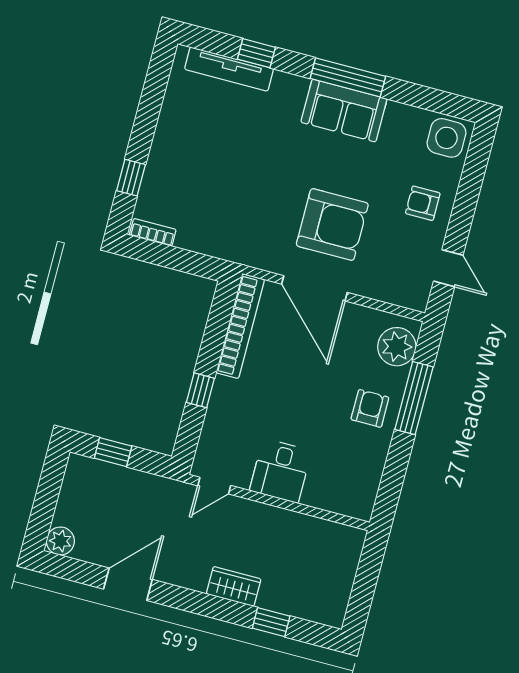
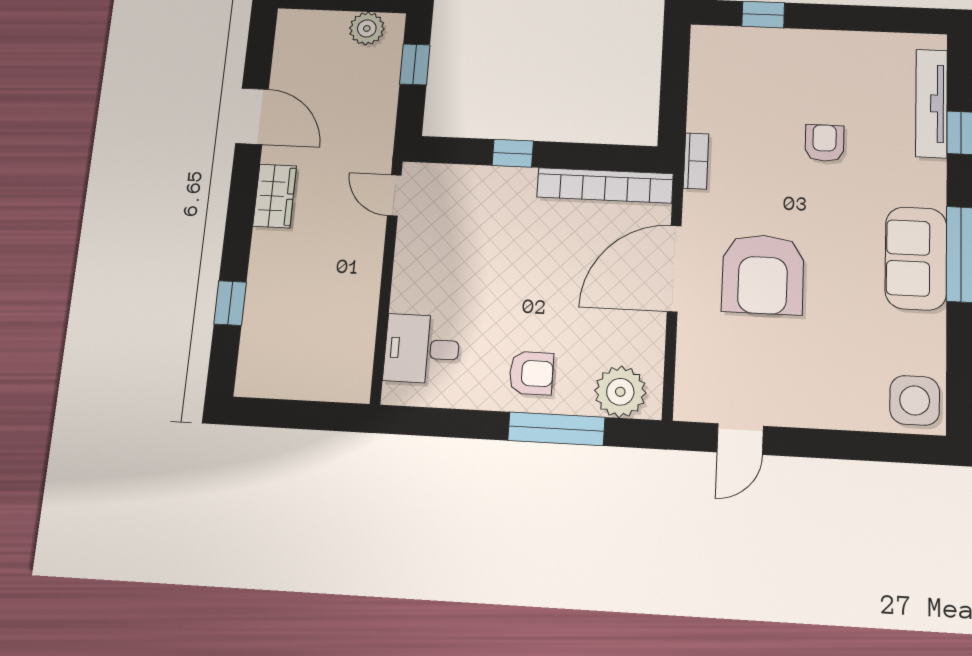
armchair: (423, 203) -> (824, 143), moved
bookcase: (153, 232) -> (696, 161), moved
desk: (281, 471) -> (422, 349), moved
plant: (60, 541) -> (367, 28), moved
wardrobe: (234, 586) -> (275, 196), moved

